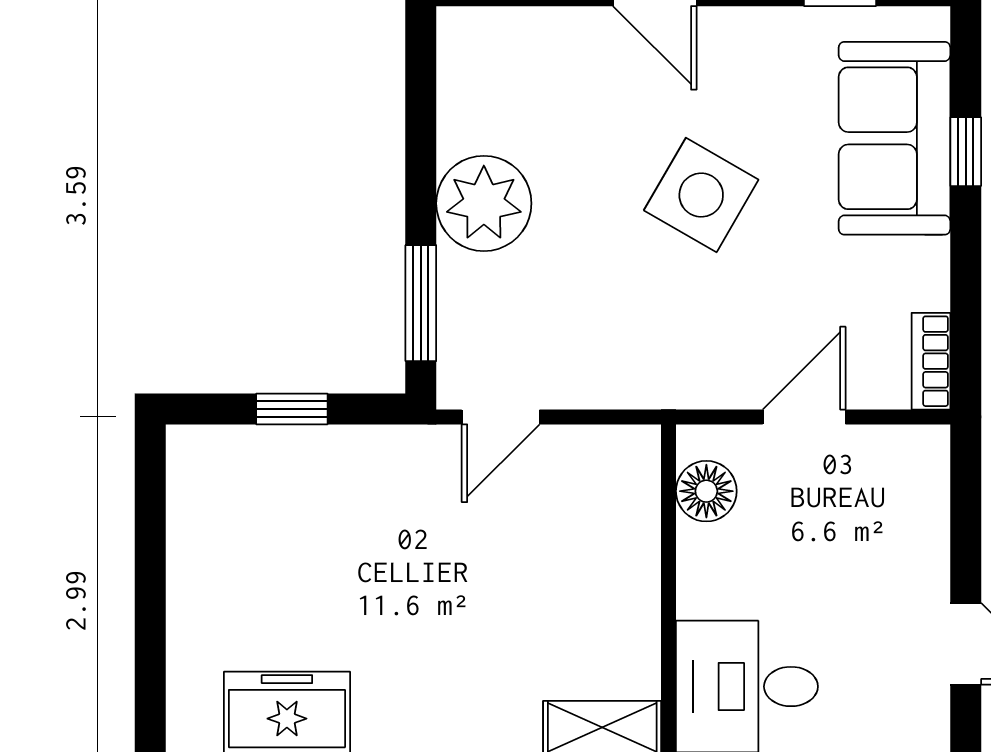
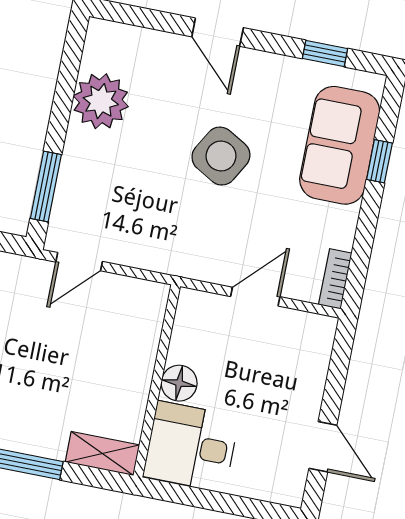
plant: (484, 203) -> (101, 101), moved
floor lamp: (706, 491) -> (179, 383), moved

